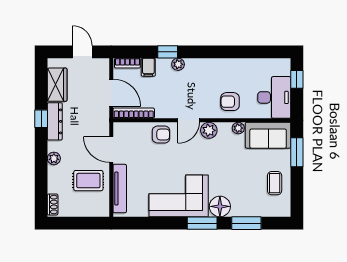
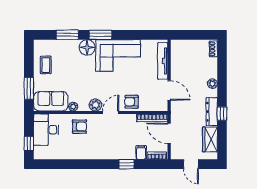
plant: (178, 64) -> (119, 155), removed
rug: (88, 181) -> (186, 67), removed

